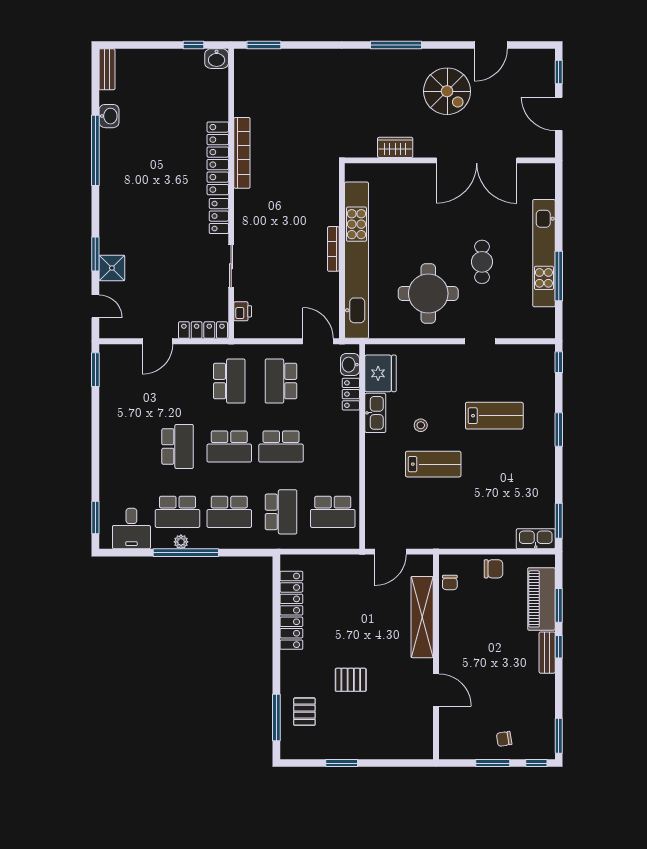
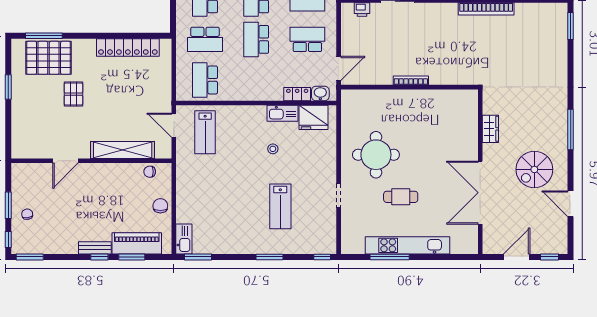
kitchen unit: (356, 260) -> (402, 99), removed
lab bench: (433, 464) -> (205, 132), moved
chair: (493, 569) -> (160, 206), turned 180
pallet: (304, 712) -> (49, 58), width x2.05, depth x2.00

